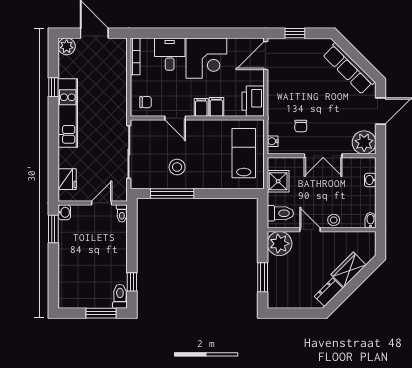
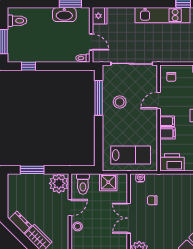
fridge: (67, 179) -> (100, 16), moved, turned -90
washbasin: (64, 212) -> (64, 15), moved, width x1.91, depth x1.45
toilet: (120, 296) -> (17, 21), moved

